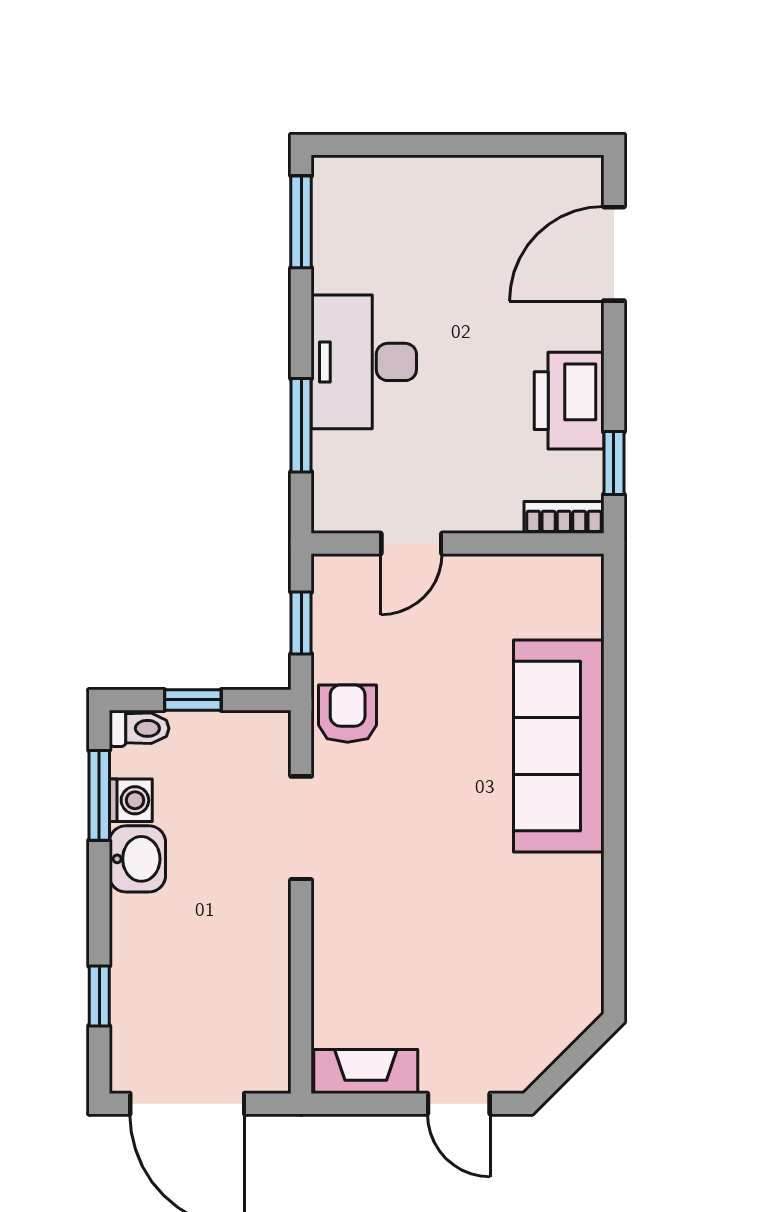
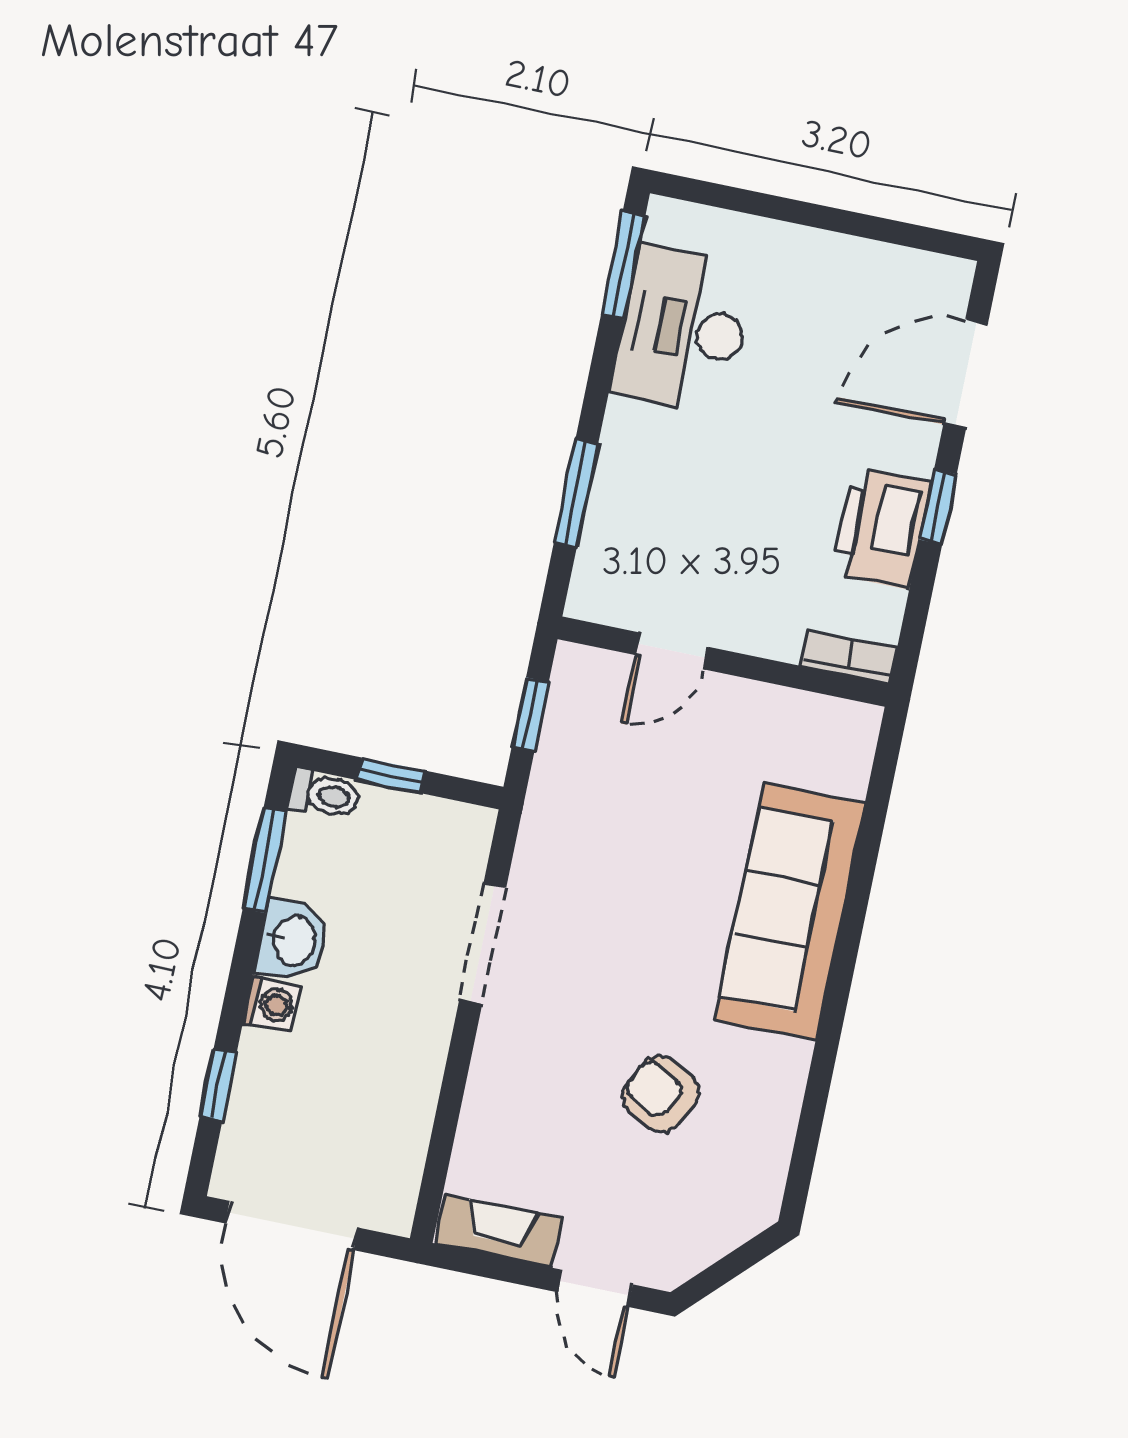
desk: (364, 362) -> (683, 329), moved
window: (614, 463) -> (938, 507), moved
armchair: (348, 714) -> (661, 1094), moved, turned -62
washing machine: (131, 800) -> (271, 1004), moved

